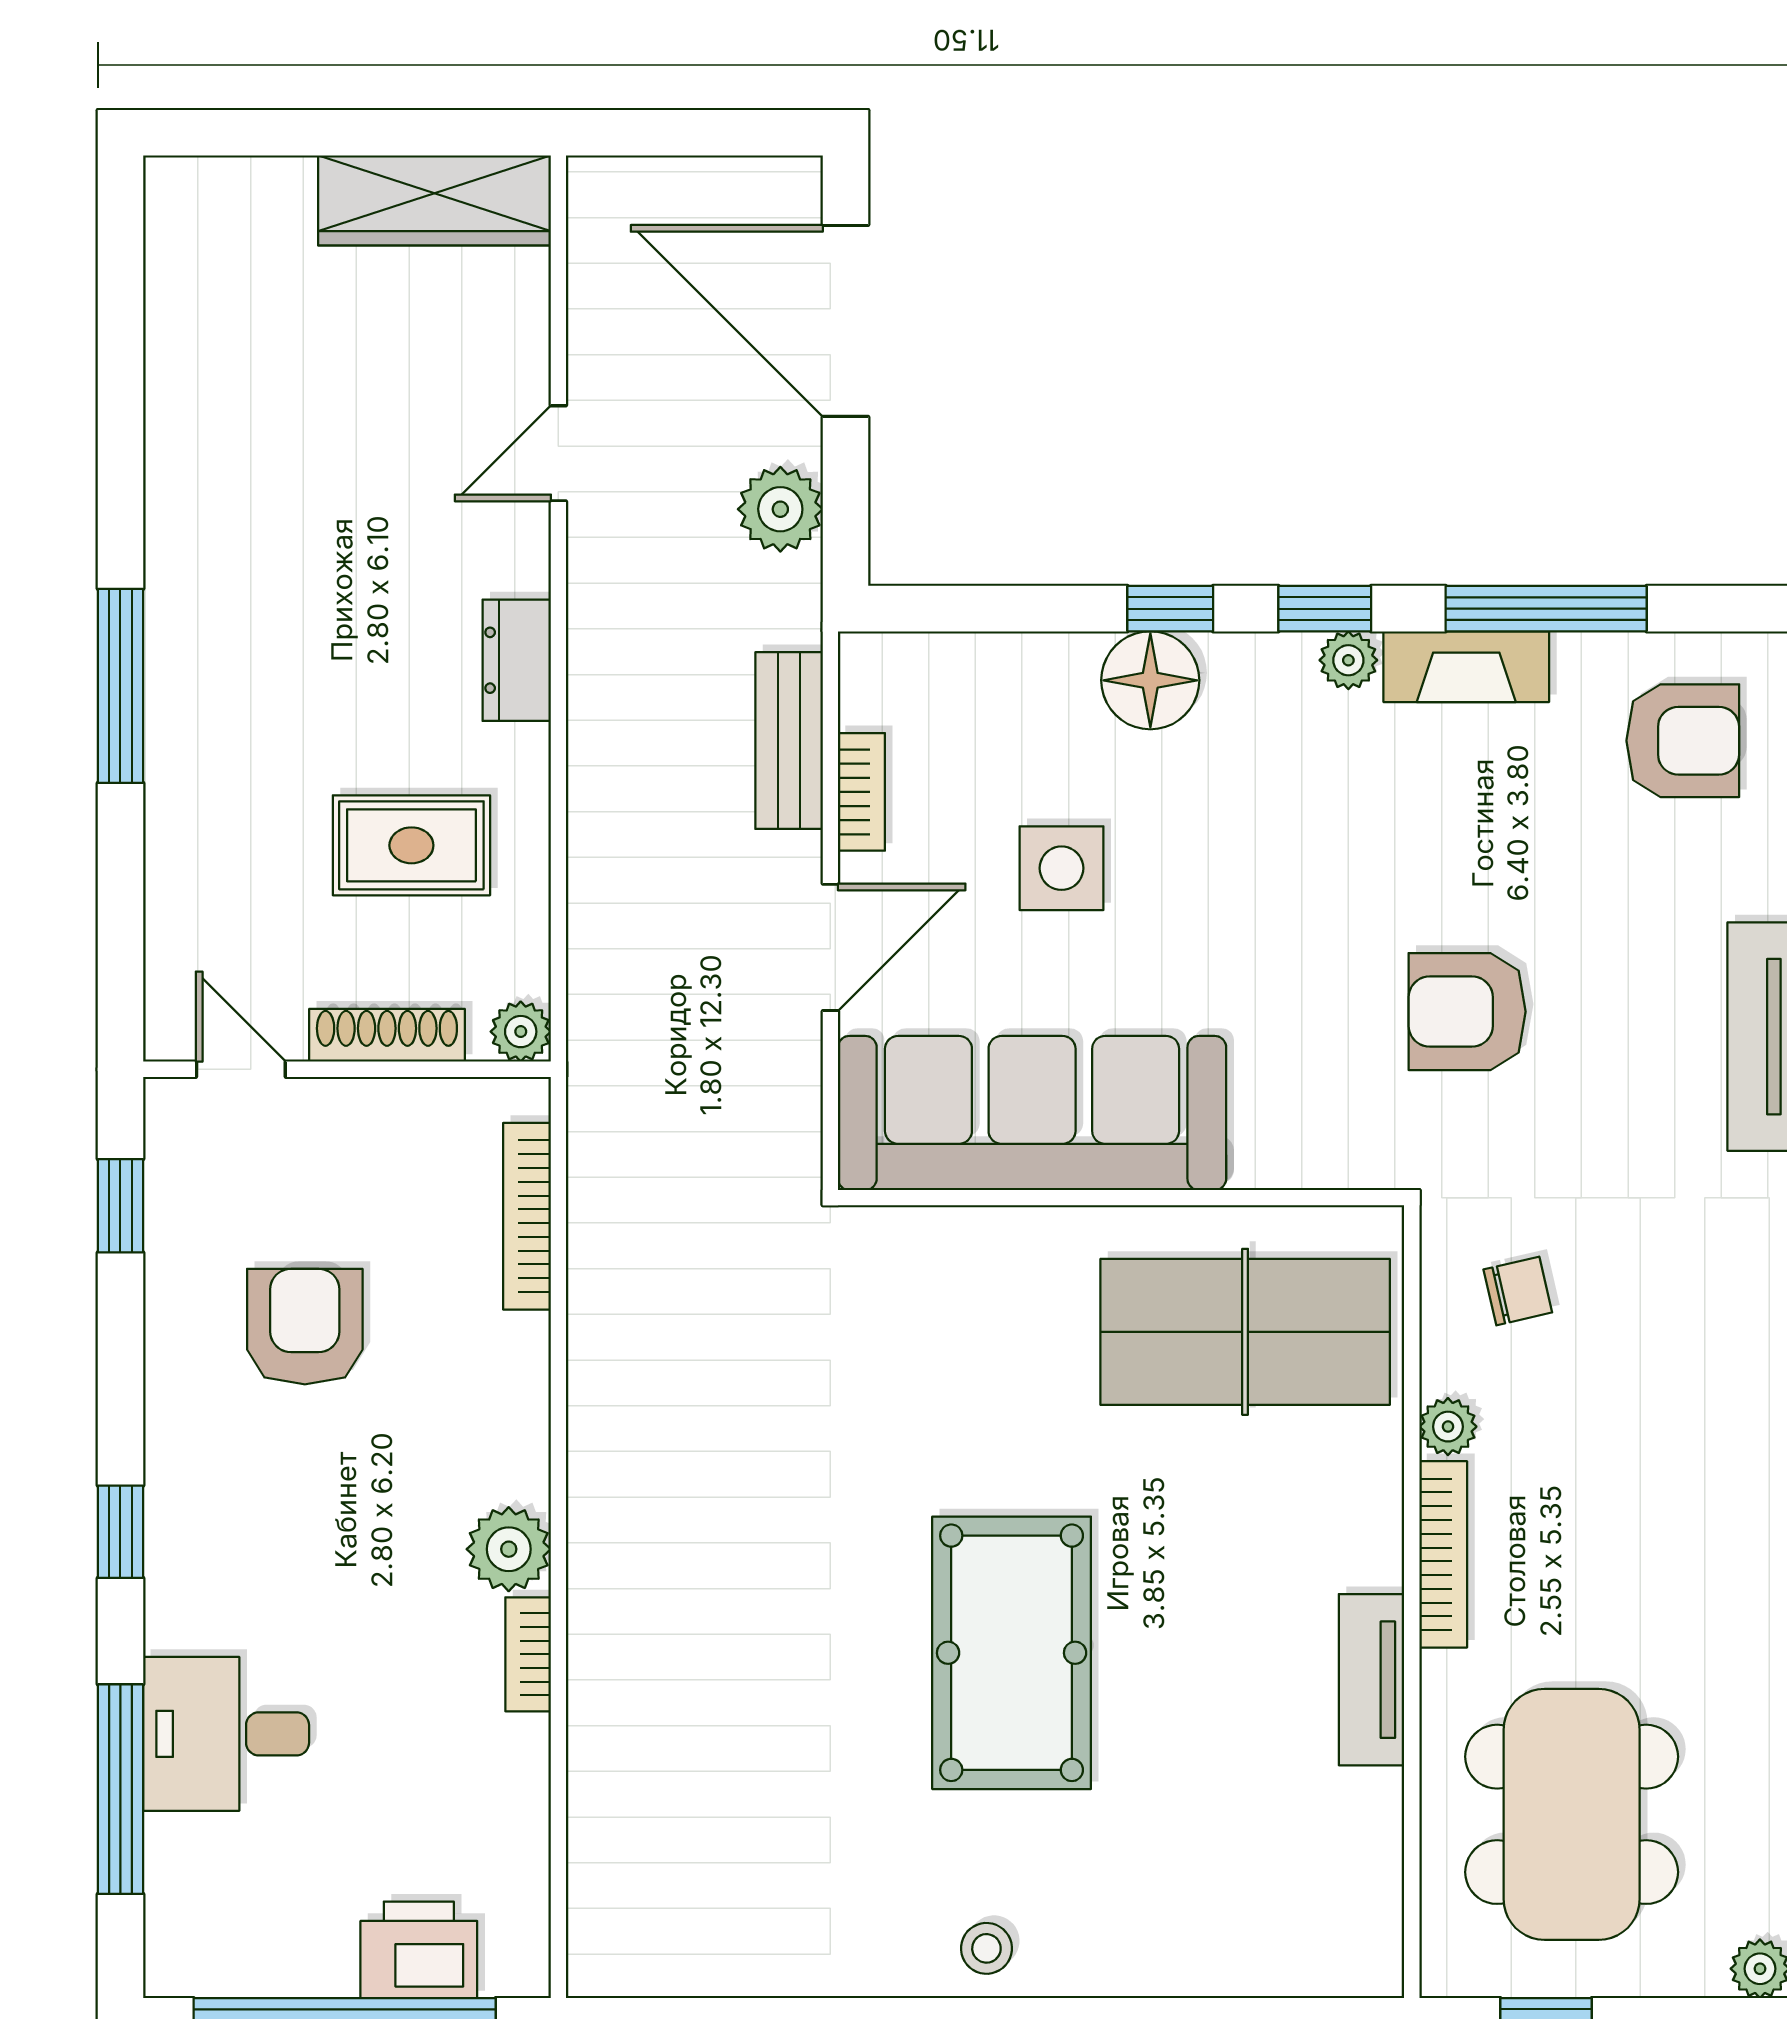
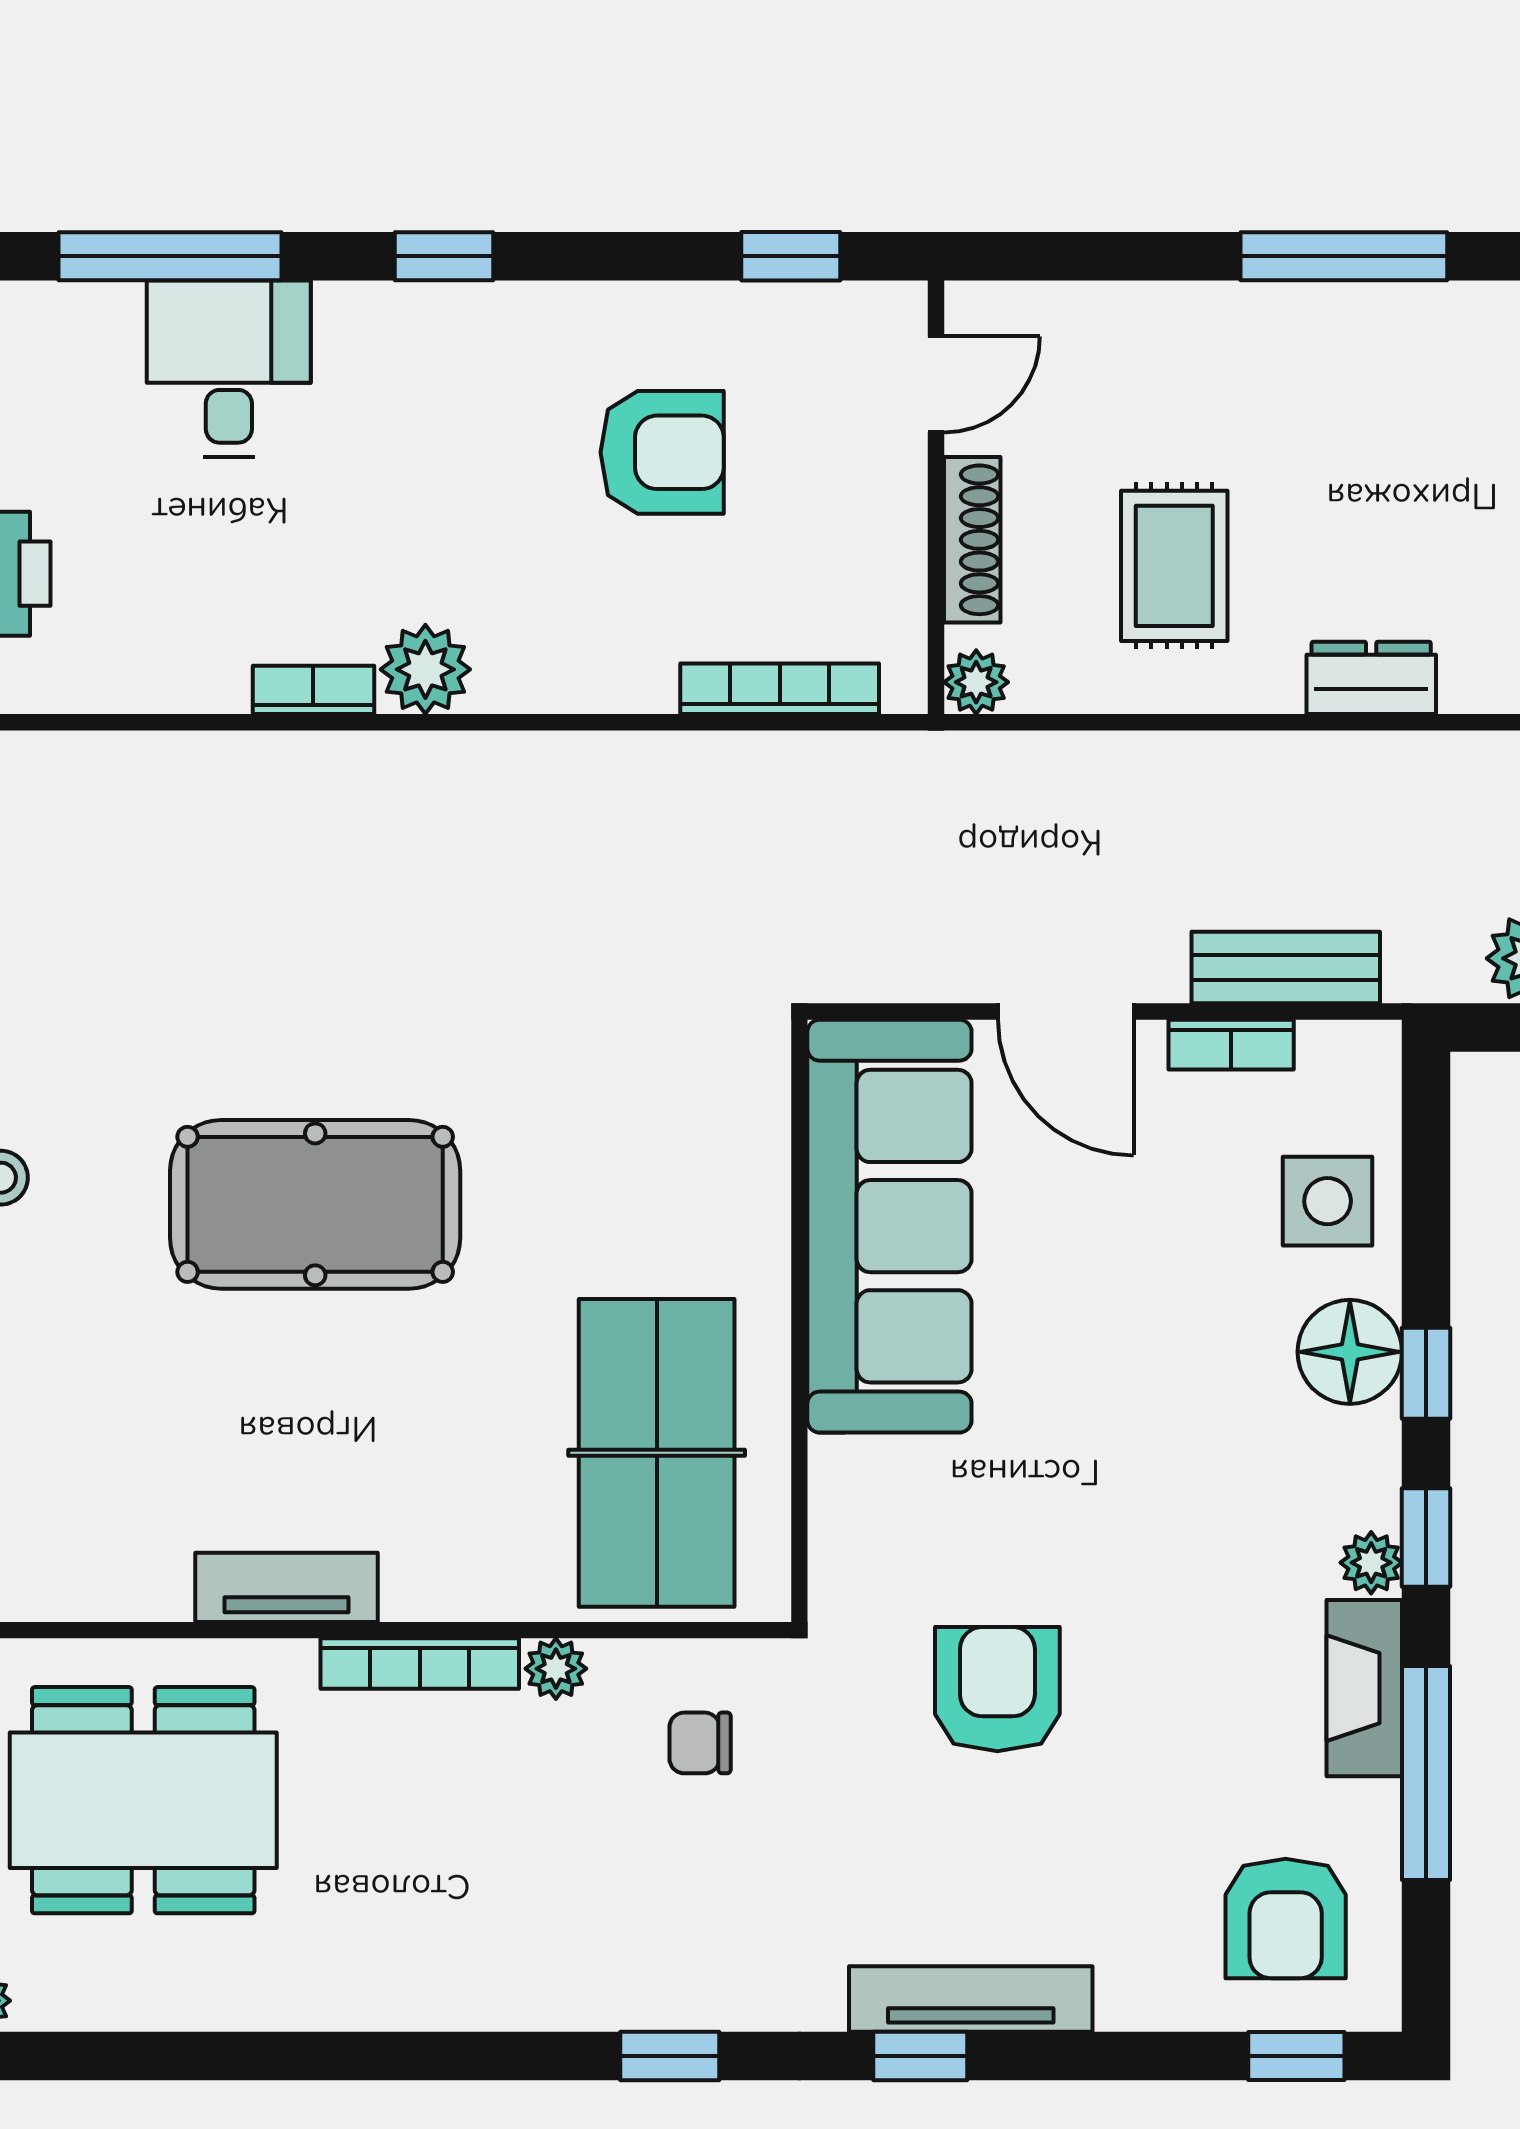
side table: (1061, 868) -> (1328, 1201), moved
chair: (1518, 1291) -> (700, 1743), turned 103

